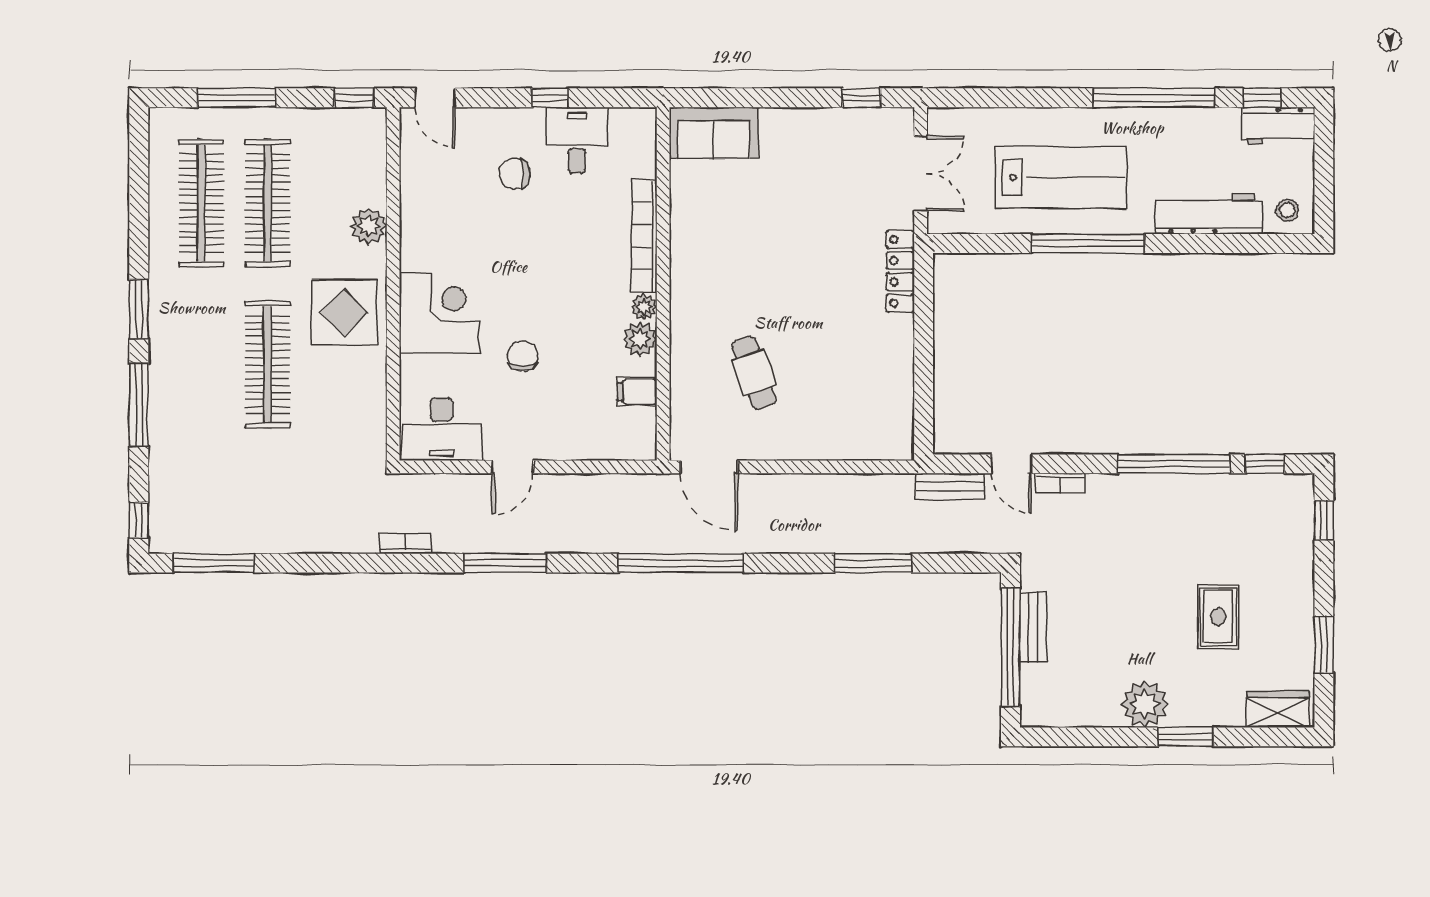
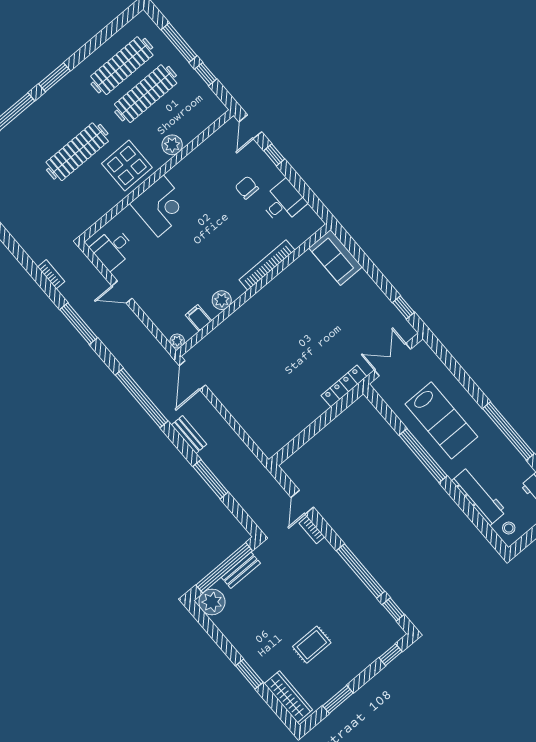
window: (354, 98) -> (206, 74), moved
window: (550, 98) -> (274, 155), moved
double door: (921, 174) -> (393, 360), swing flipped
plant: (644, 307) -> (177, 341), moved
chair: (523, 356) -> (172, 257), removed
cafe table: (754, 373) -> (248, 361), removed
desk: (442, 429) -> (113, 249), width x0.73
bench: (950, 486) -> (189, 435), moved
plant: (1145, 704) -> (212, 602), moved
wardrobe: (1278, 710) -> (288, 697), width x1.50

